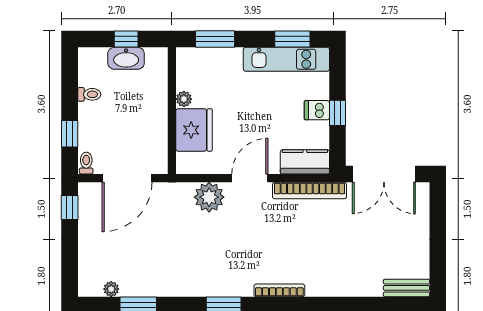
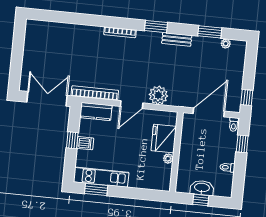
window: (215, 39) -> (145, 194), removed
bench: (407, 288) -> (177, 39), moved

